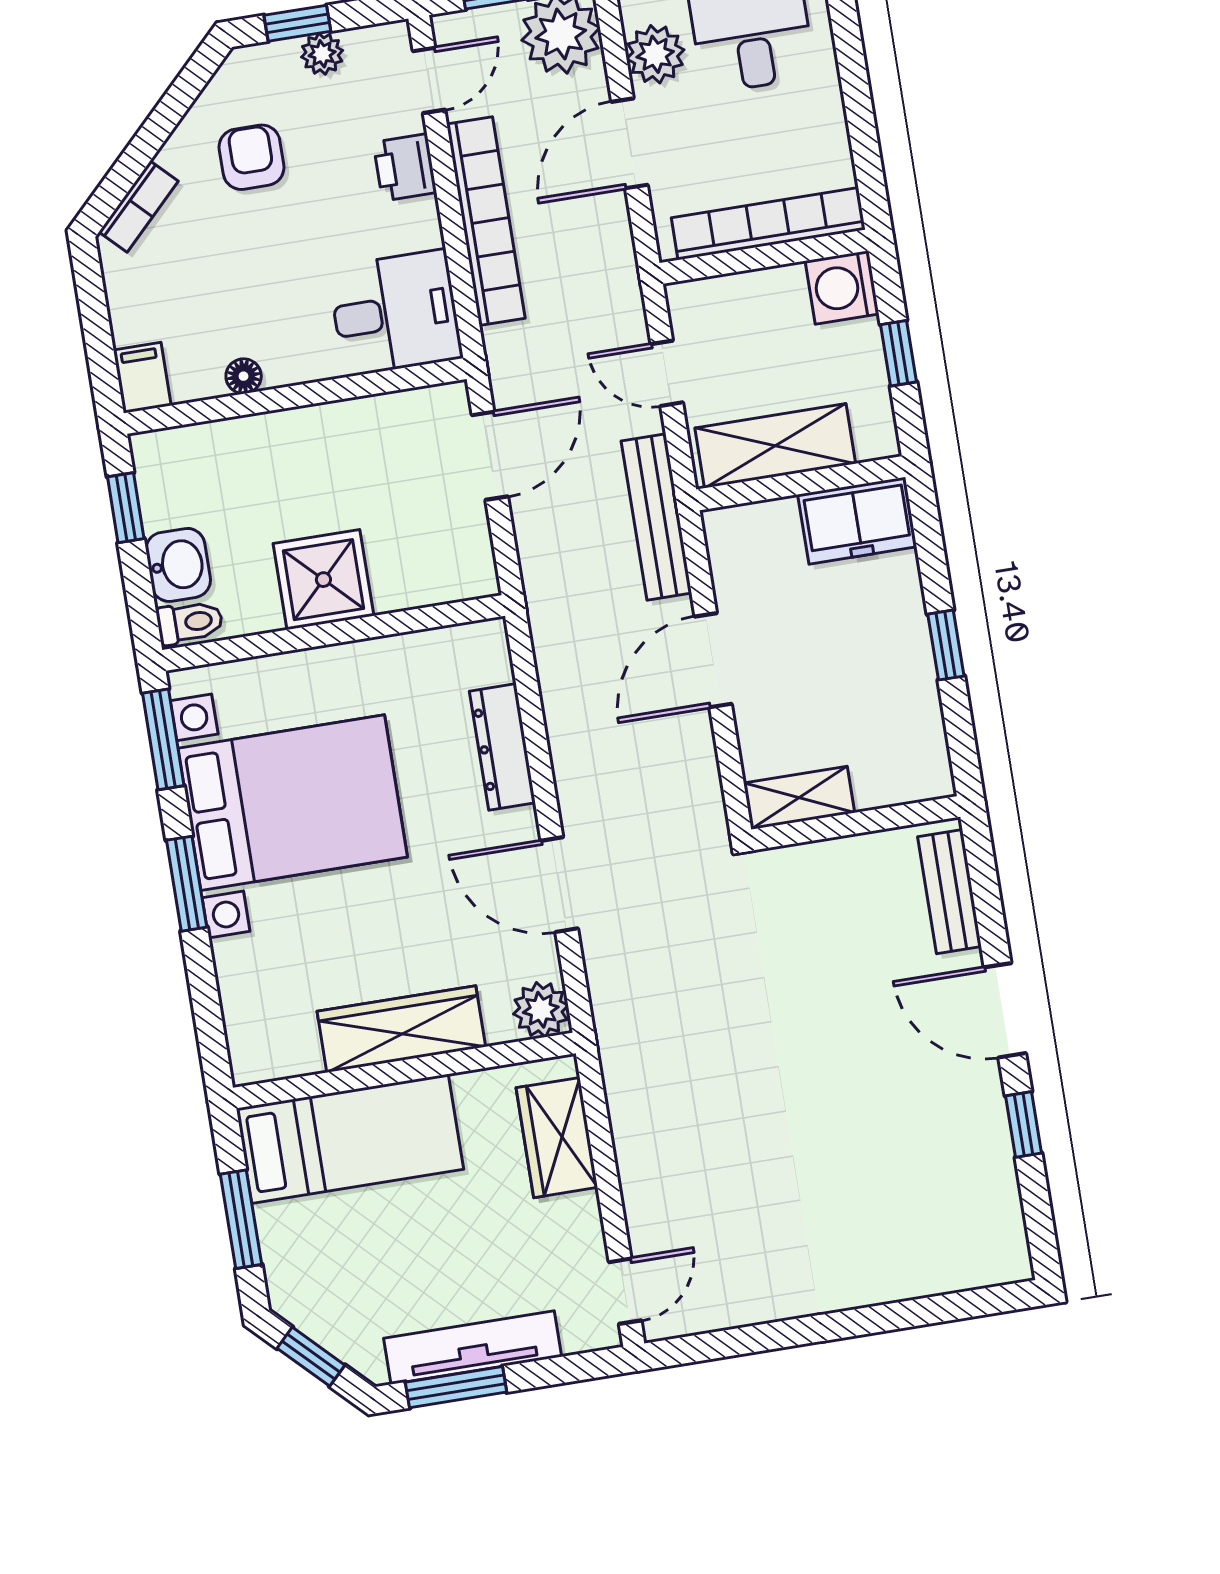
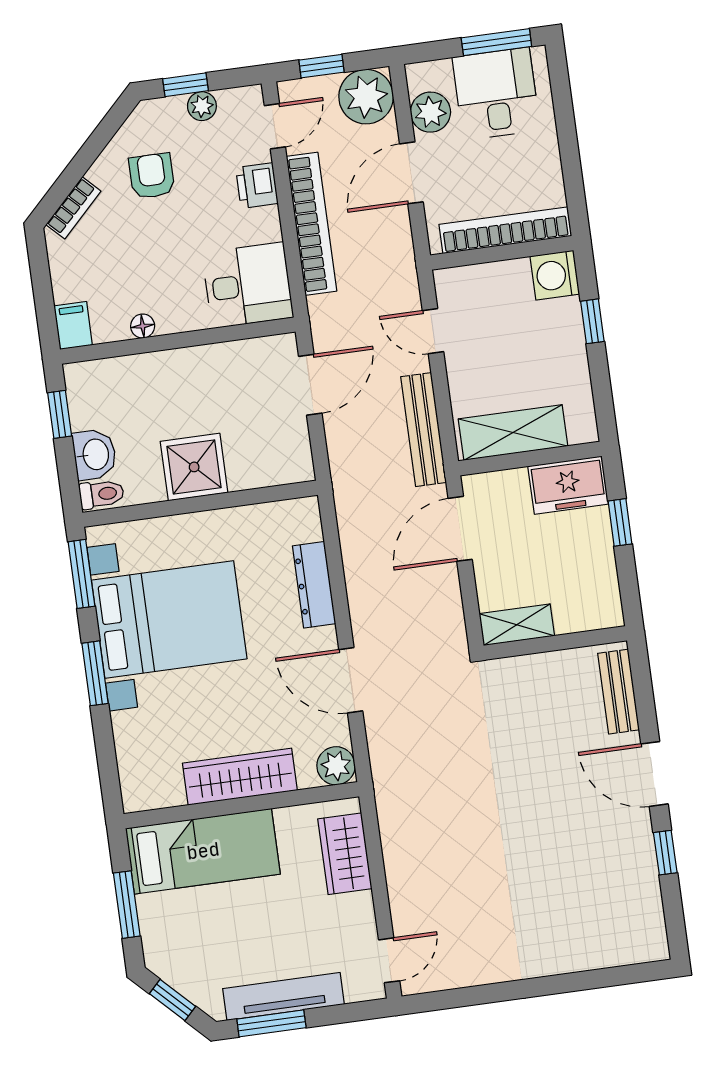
shelving: (775, 446) -> (513, 432), moved
wall: (801, 483) -> (530, 459), moved
freezer: (857, 521) -> (568, 485), moved

